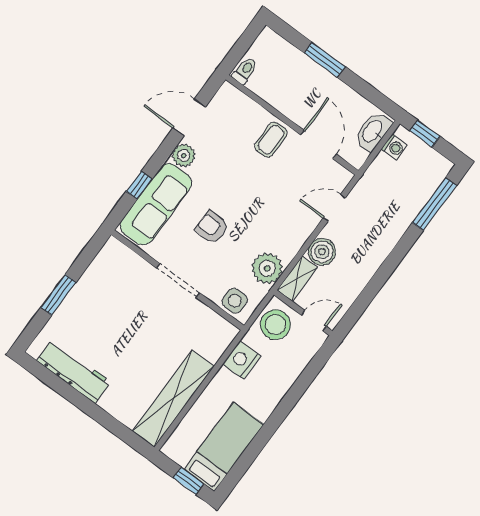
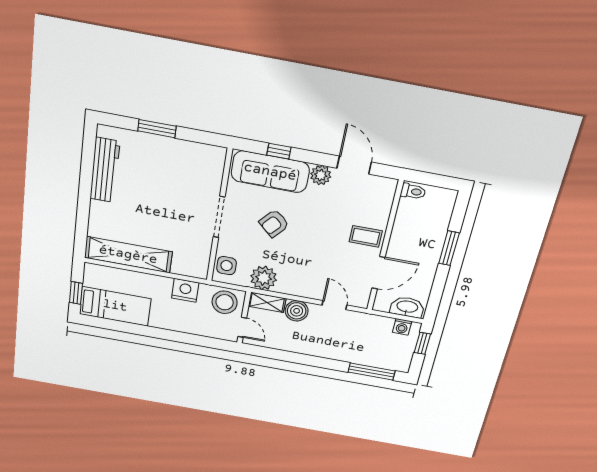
armchair: (212, 227) -> (274, 223), turned -138

